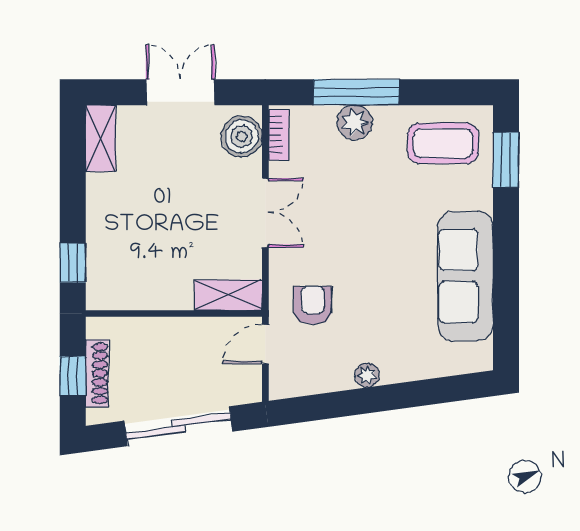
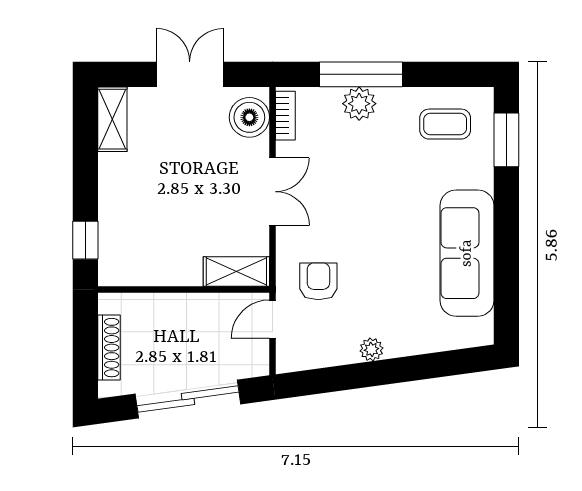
coffee table: (443, 143) -> (445, 124), width x0.73, depth x0.77
window: (73, 376) -> (85, 350), removed

